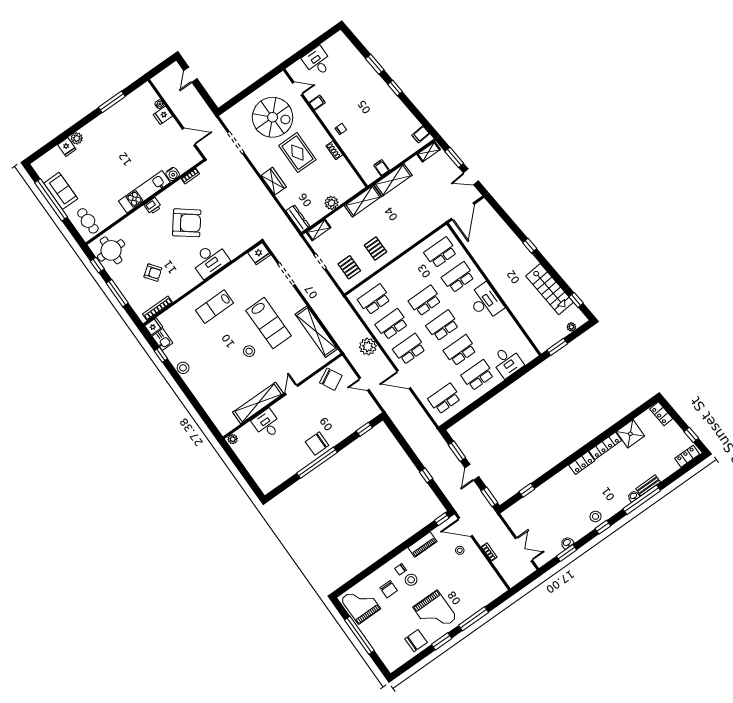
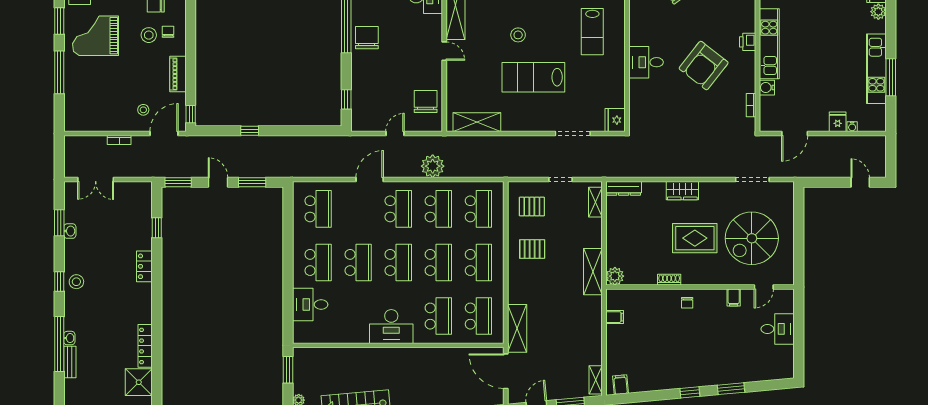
kitchen unit: (113, 114) -> (876, 69), added
shelving: (393, 180) -> (517, 328), moved
plant: (331, 203) -> (615, 276), moved
desk: (210, 260) -> (646, 62), width x0.73
school desk: (407, 276) -> (478, 262), added
lab bench: (214, 307) -> (592, 32), turned 180
shelving: (316, 332) -> (477, 122), width x0.68
chair: (331, 379) -> (426, 102), turned 118
locker: (582, 463) -> (144, 266), moved

